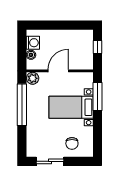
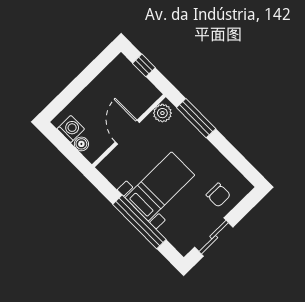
plant: (33, 78) -> (162, 113), moved
window: (22, 105) -> (139, 222), moved
bed with nightstands: (71, 107) -> (160, 186), moved, turned 180

